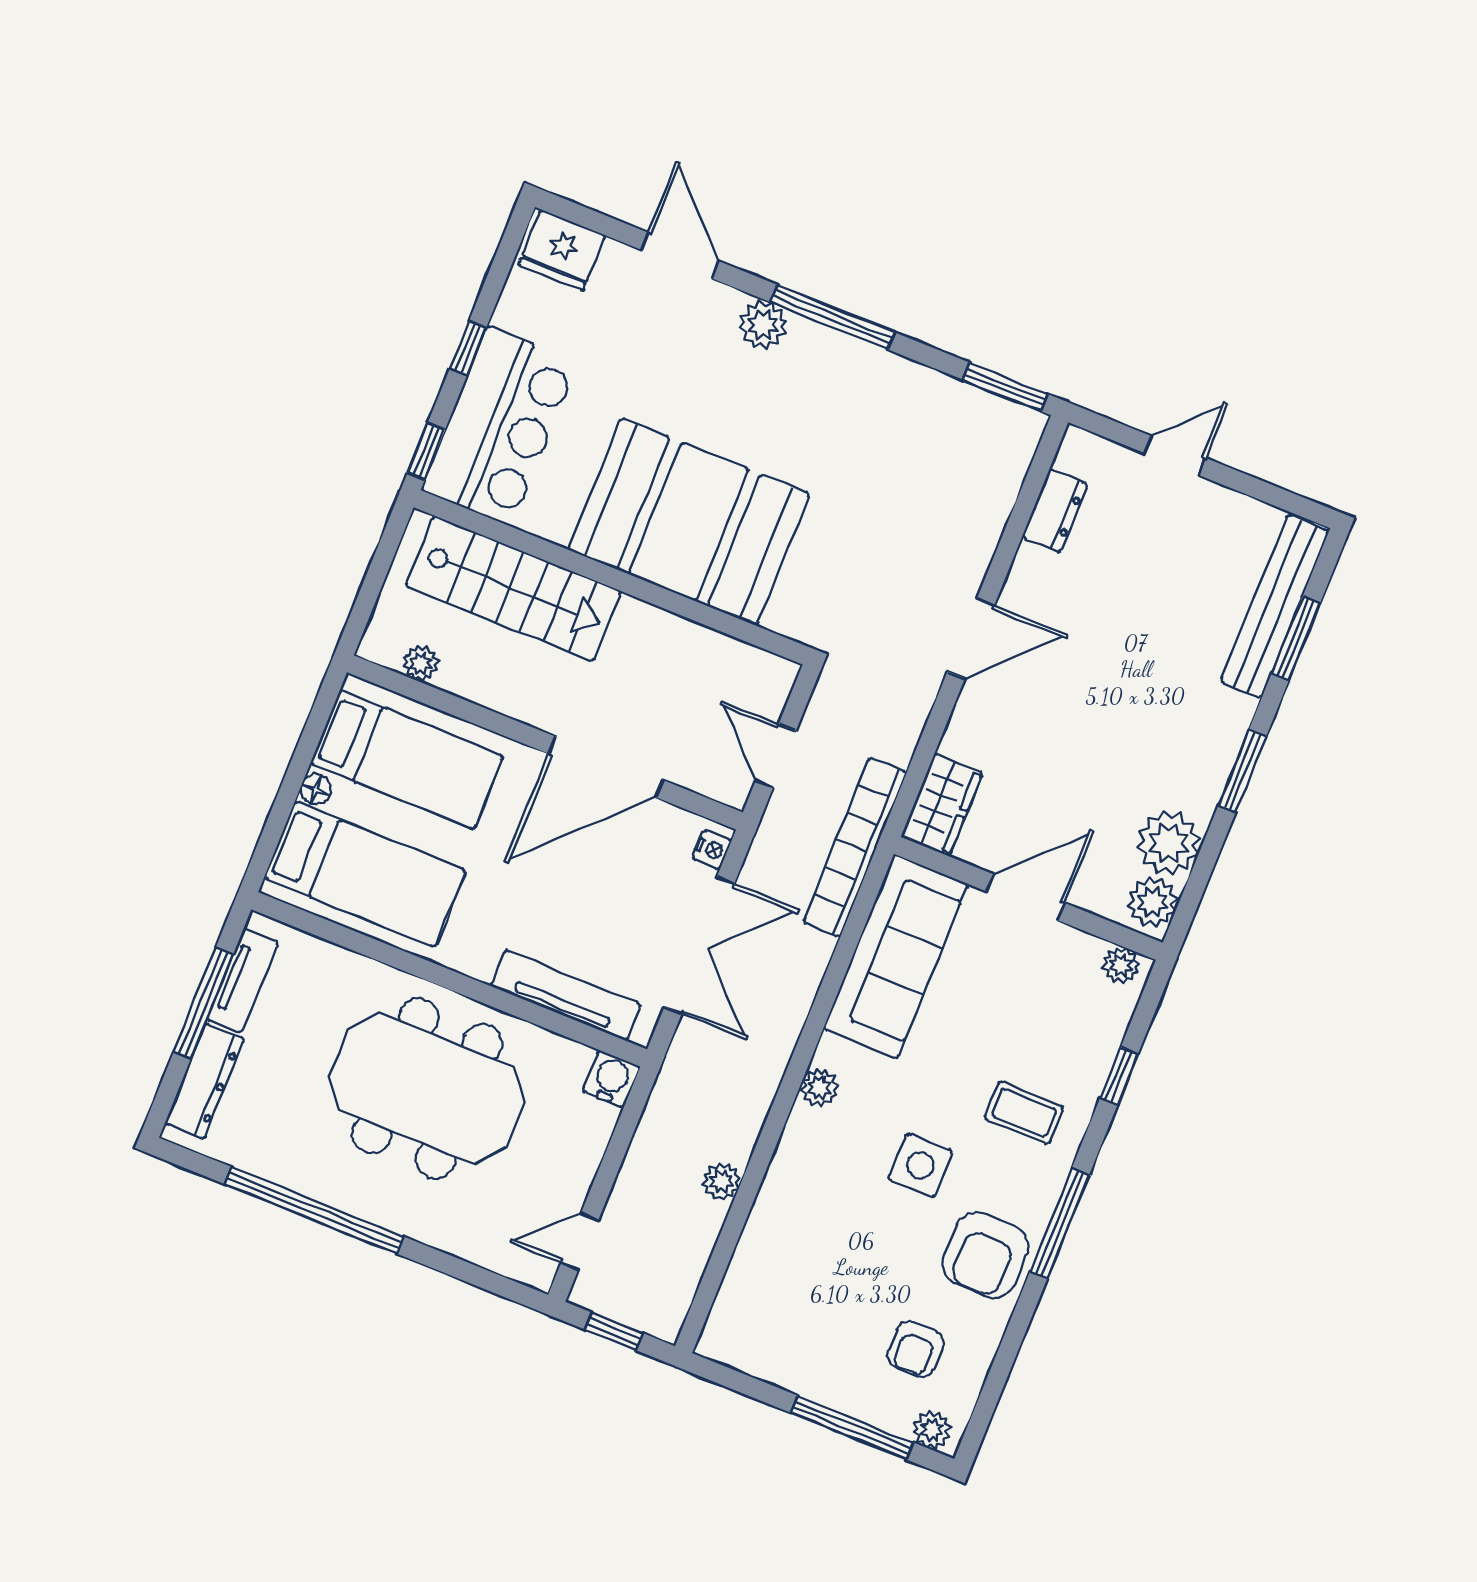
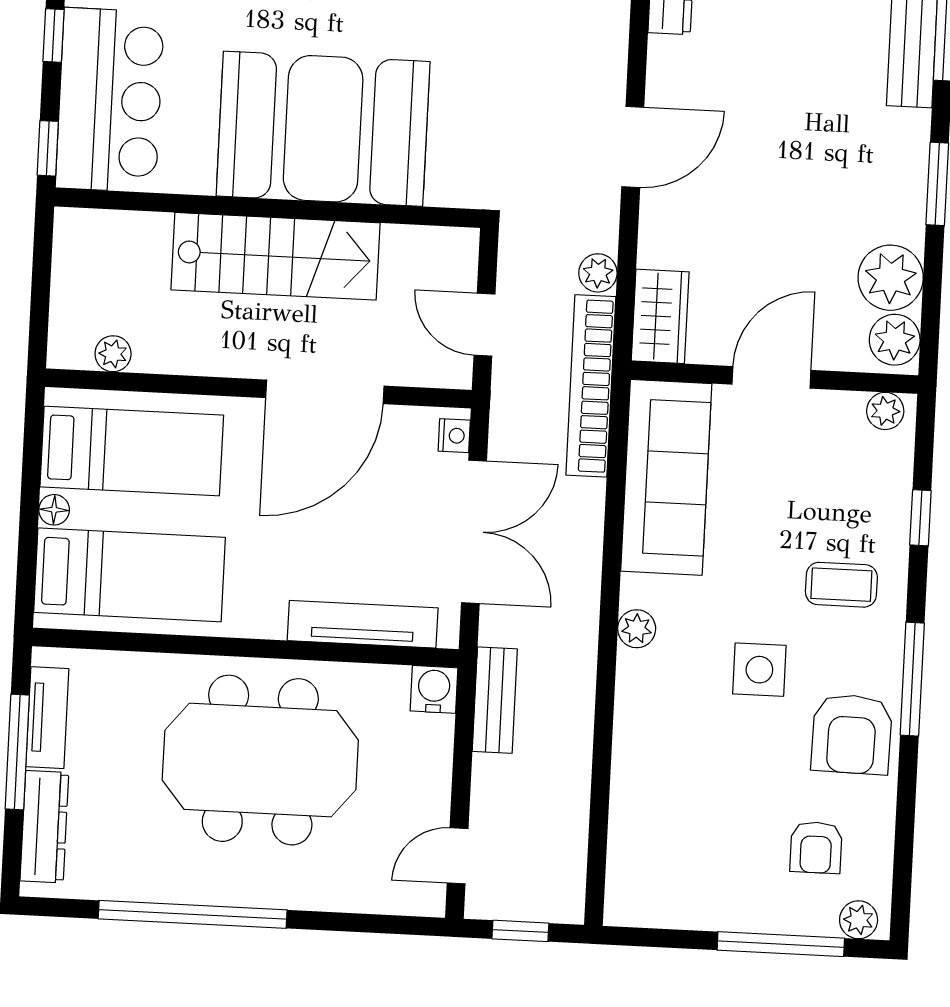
stairs: (513, 589) -> (275, 256), moved
bench: (664, 1108) -> (495, 700), added
plant: (721, 1181) -> (598, 273), moved

